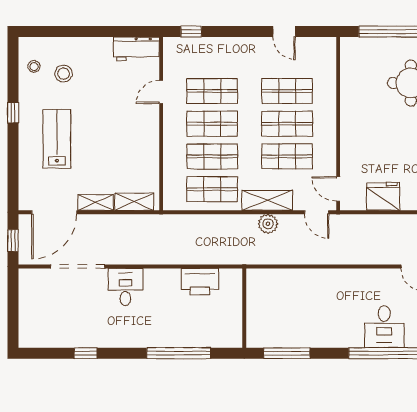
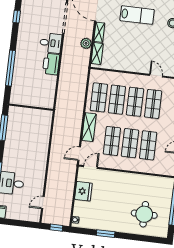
plant: (268, 224) -> (86, 43), moved
printer: (200, 282) -> (51, 64), moved

